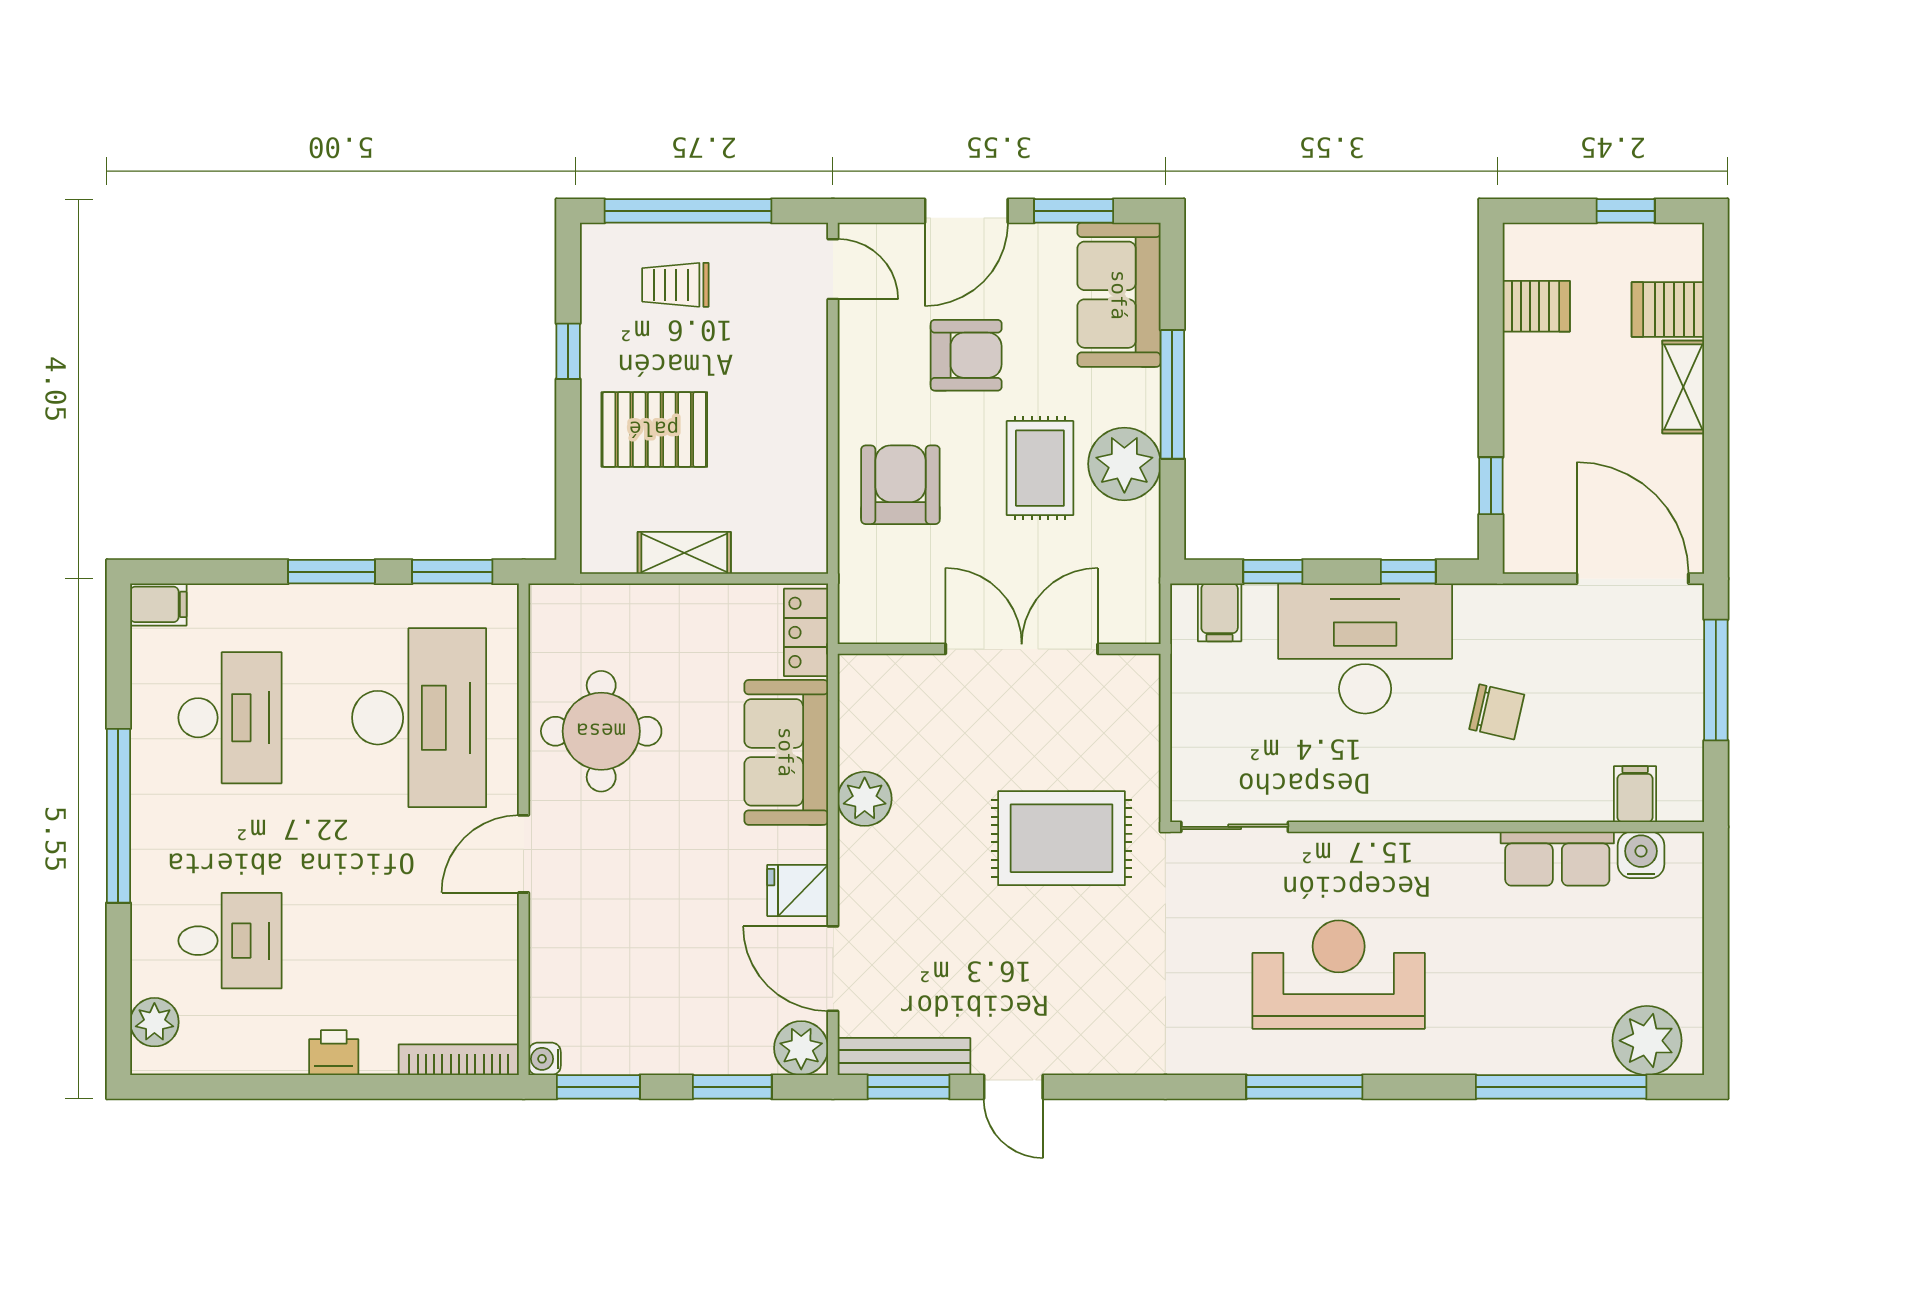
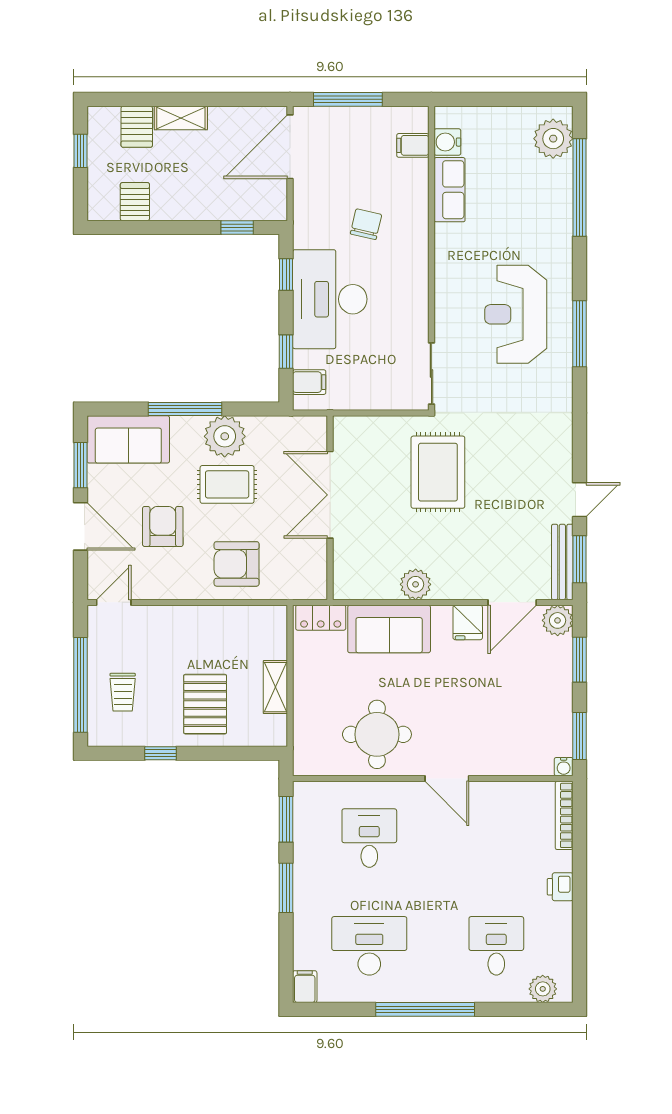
desk: (419, 718) -> (369, 838), width x0.53, depth x0.77

